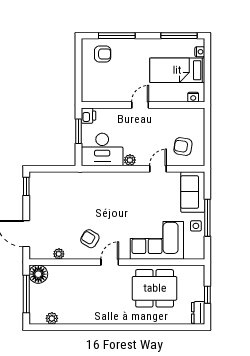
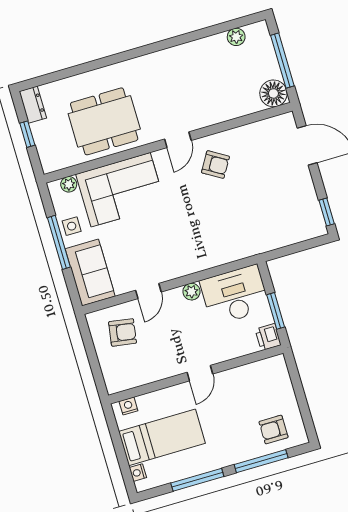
window: (179, 36) -> (197, 480), moved
plant: (59, 254) -> (69, 184), moved

